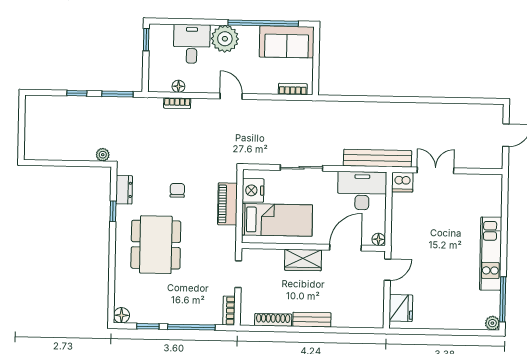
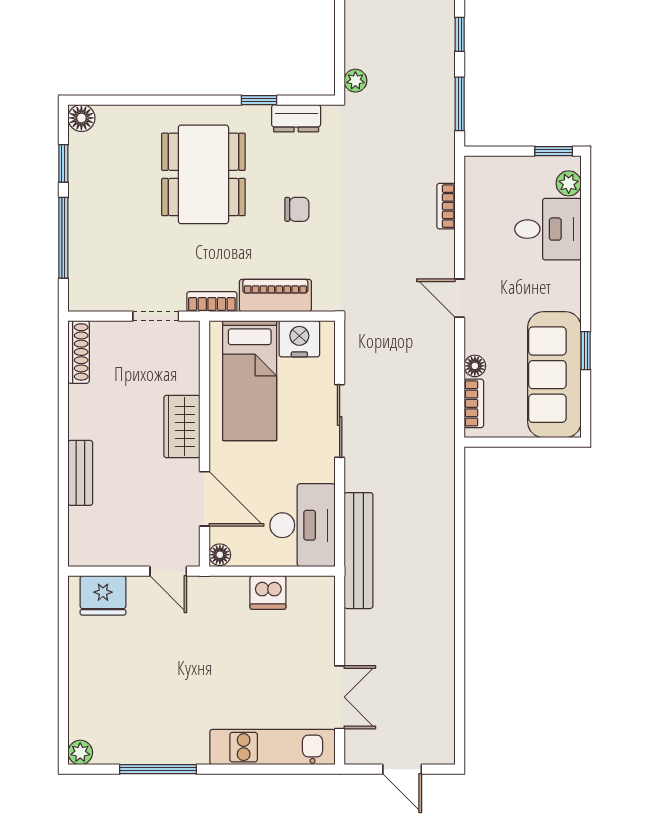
window: (263, 23) -> (586, 351), width x0.32
plant: (225, 39) -> (569, 183), moved, width x0.53, depth x0.53
sofa: (287, 42) -> (554, 375), width x1.36
floor lamp: (178, 86) -> (475, 366), moved
door: (231, 96) -> (460, 298), swing flipped
double door: (436, 170) -> (340, 697), moved
dishwasher: (402, 182) -> (268, 592), moved, turned -90
dining table: (156, 245) -> (203, 174), turned 90
kitchen unit: (491, 254) -> (272, 747), moved
window: (503, 299) -> (158, 769), moved
bookcase: (229, 311) -> (212, 302), moved
shoe rack: (273, 320) -> (79, 352), moved
bench: (312, 320) -> (80, 473), moved

